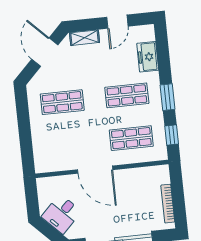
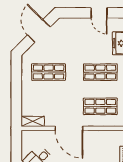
door: (117, 22) -> (99, 13), hinge flipped
shelving: (85, 38) -> (33, 121), moved

